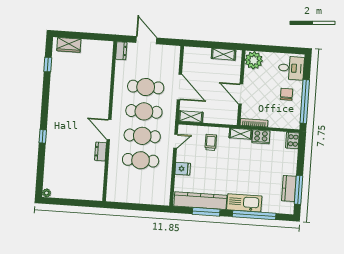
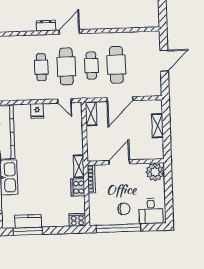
dresser: (121, 51) -> (151, 36), removed
shelving: (223, 54) -> (157, 126), moved
cafe table: (144, 111) -> (91, 66), width x0.73, depth x0.74
trolley: (211, 142) -> (67, 137), removed
cafe table: (141, 160) -> (41, 67), width x0.73, depth x0.74

